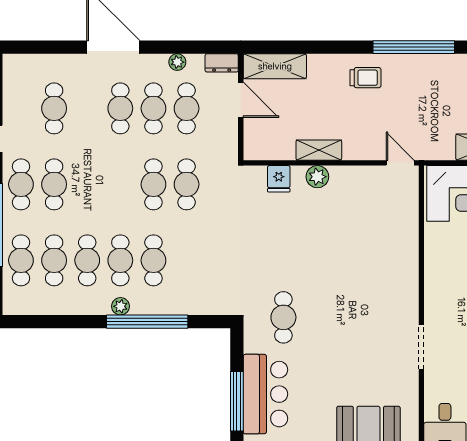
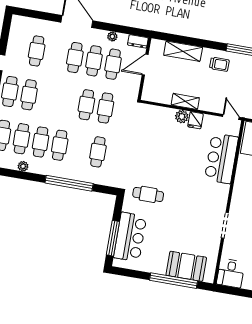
shelving: (275, 66) -> (183, 51), moved
door: (241, 100) -> (145, 65), swing flipped
fridge: (279, 179) -> (195, 120), moved
bar counter: (396, 235) -> (221, 158), added
cafe table: (153, 260) -> (98, 152), moved
plant: (121, 306) -> (23, 166), moved
cafe table: (283, 317) -> (148, 194), turned 90

